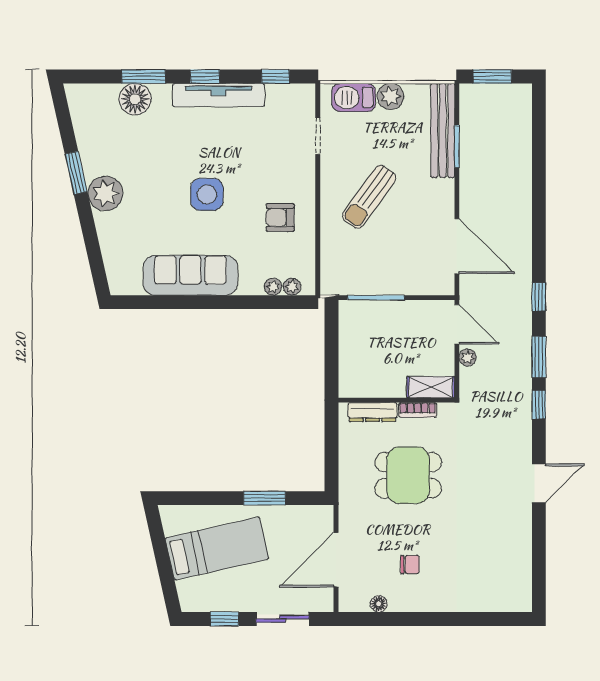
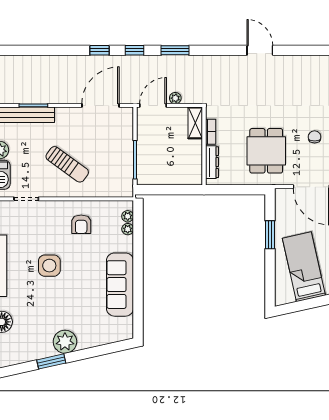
side table: (207, 194) -> (49, 266), moved
window: (539, 405) -> (99, 50), moved
dining table: (408, 475) -> (266, 151), moved

